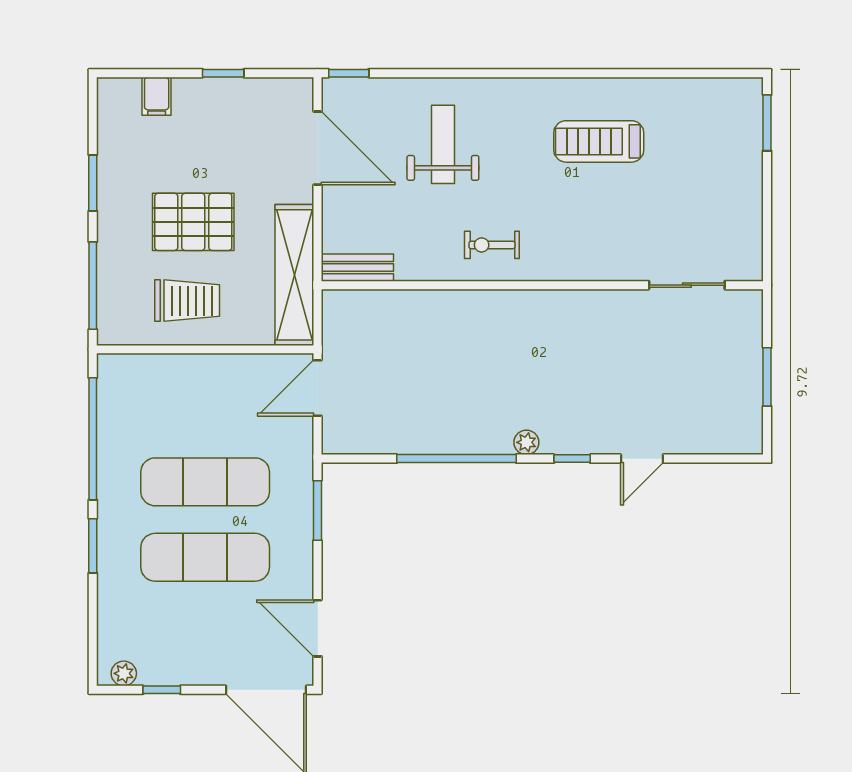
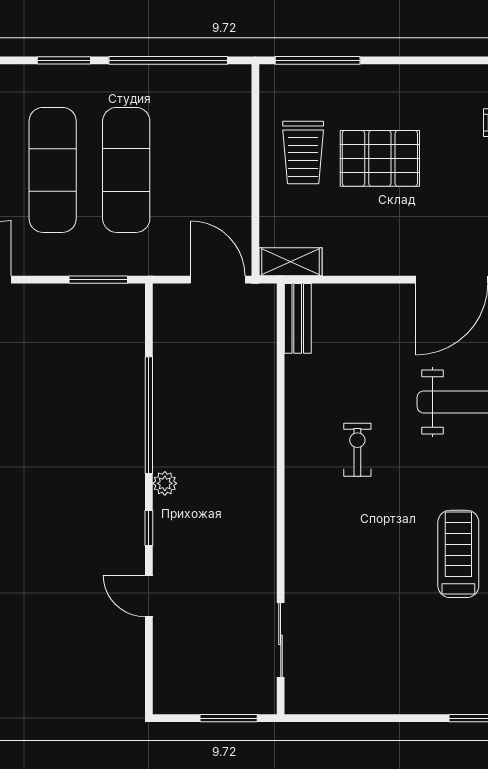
window: (93, 183) -> (418, 60), removed
pallet: (193, 222) -> (380, 158), turned 90
bench: (357, 268) -> (298, 318), moved
shelving: (294, 275) -> (291, 262), width x0.45, depth x0.75
wall: (542, 285) -> (281, 499), moved
sliding door: (687, 285) -> (281, 640), moved

